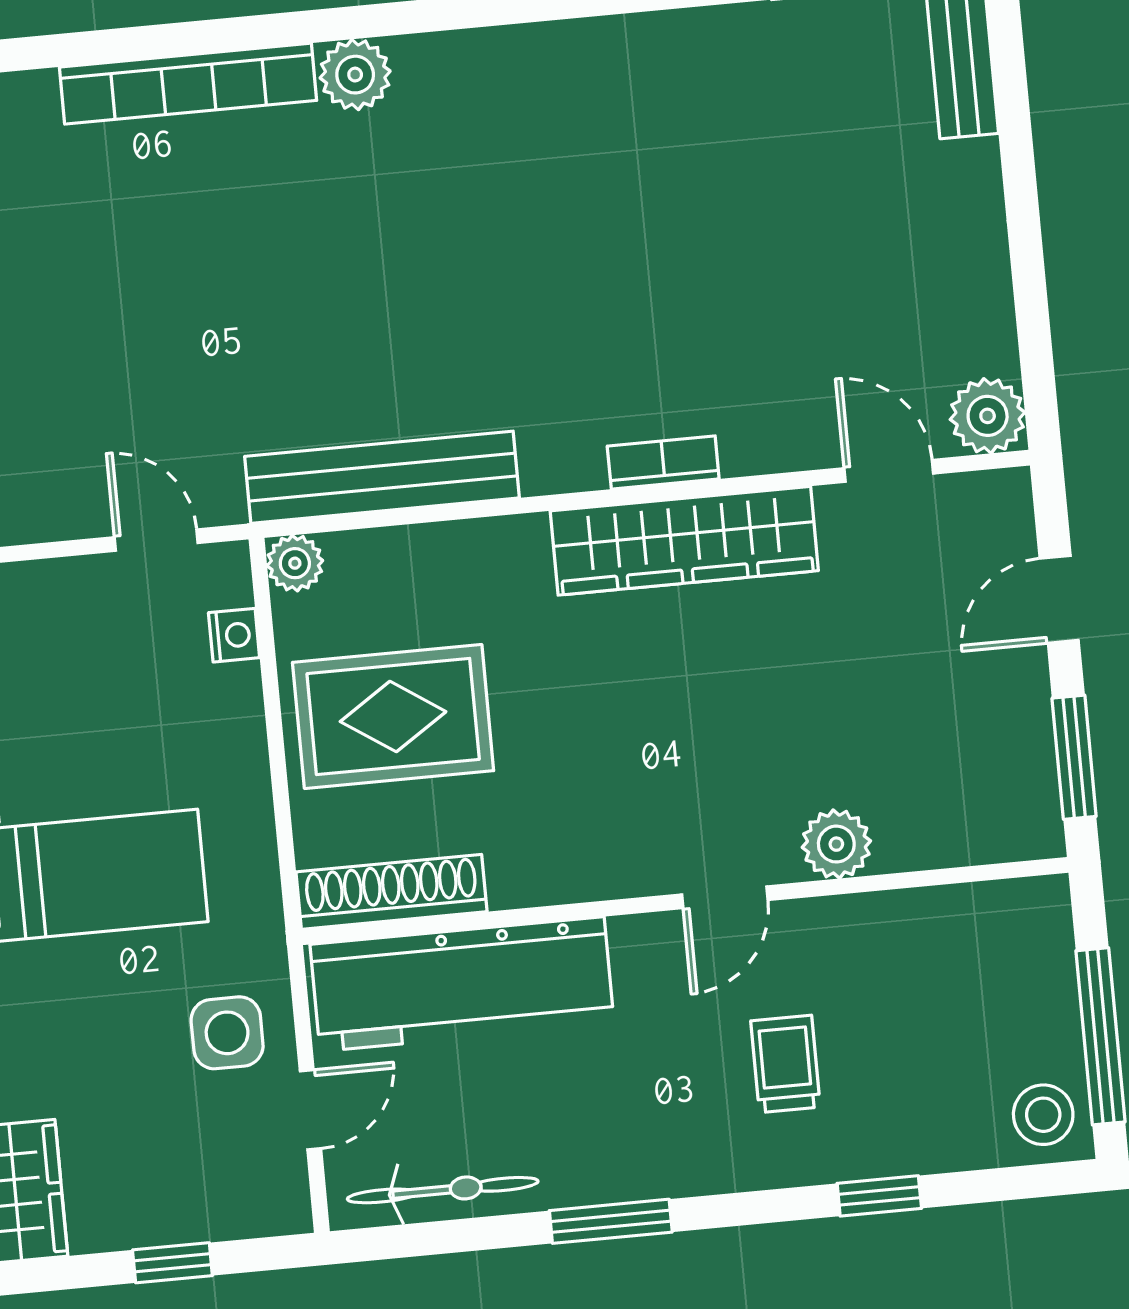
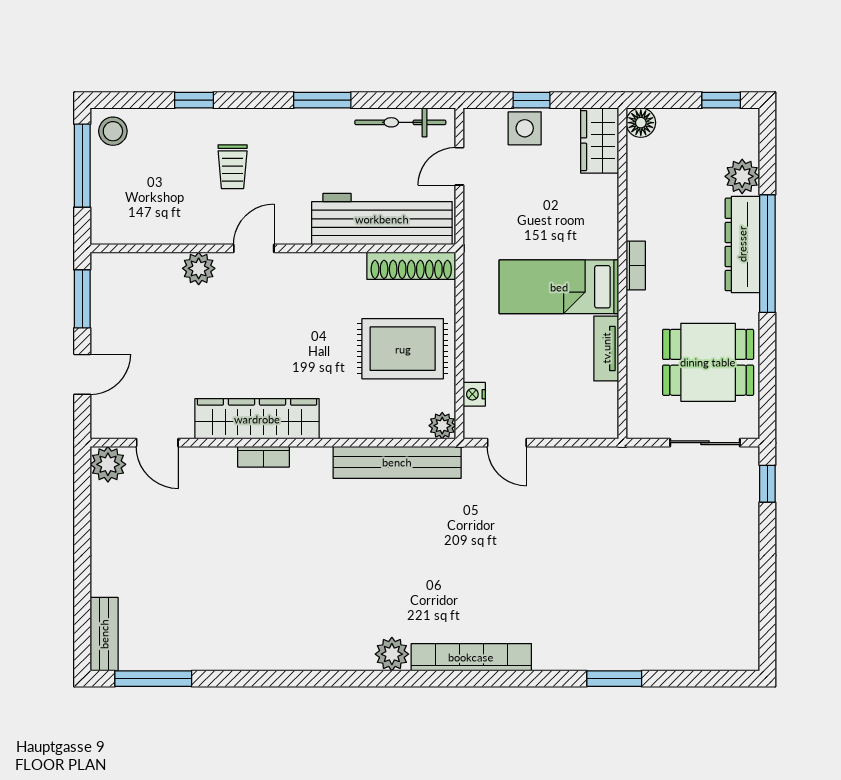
side table: (227, 1033) -> (525, 128), moved

